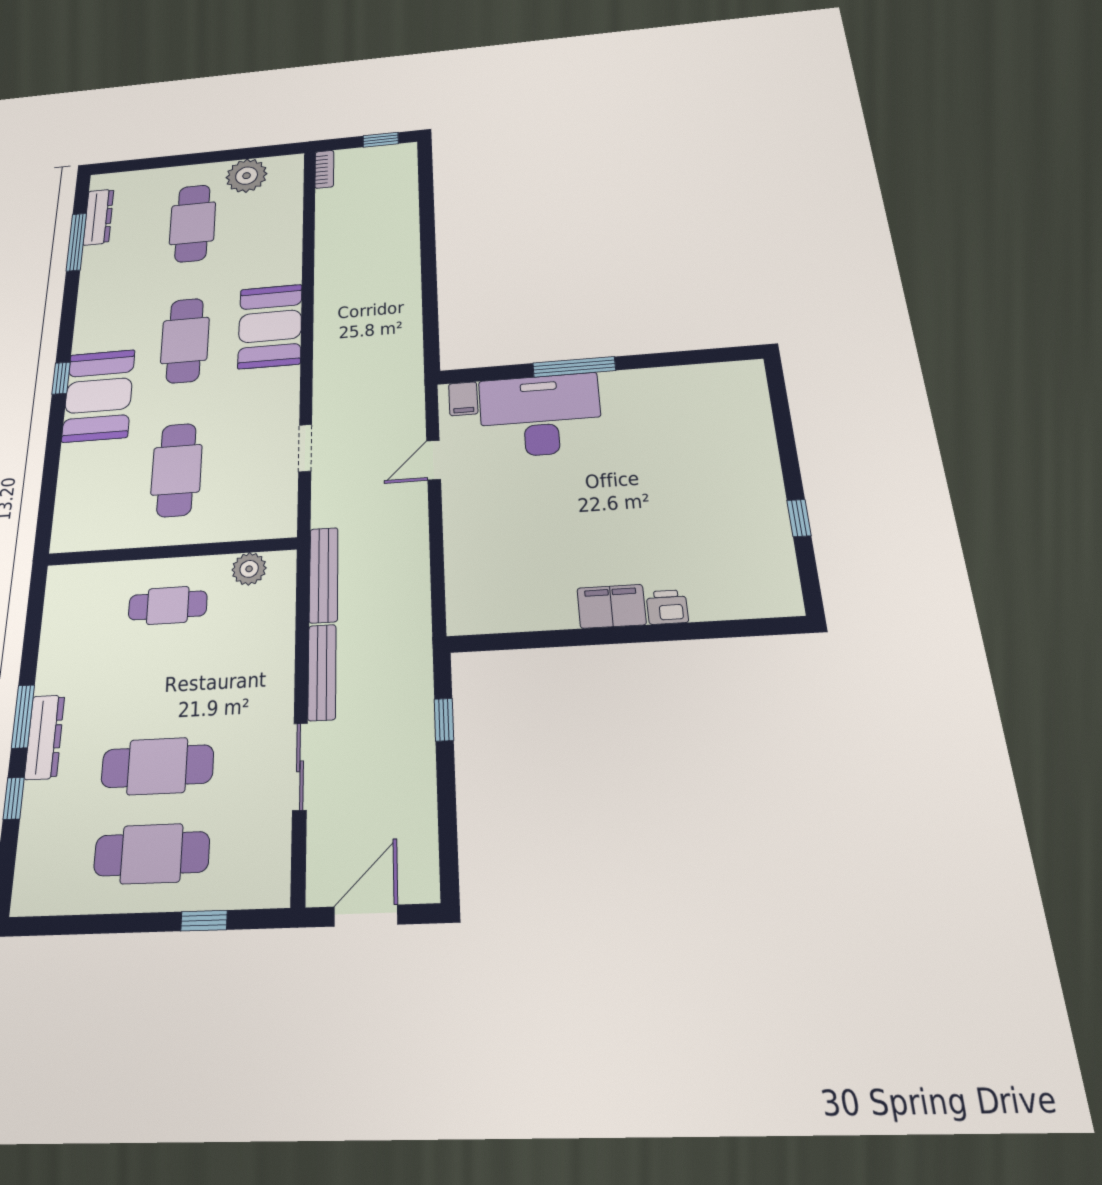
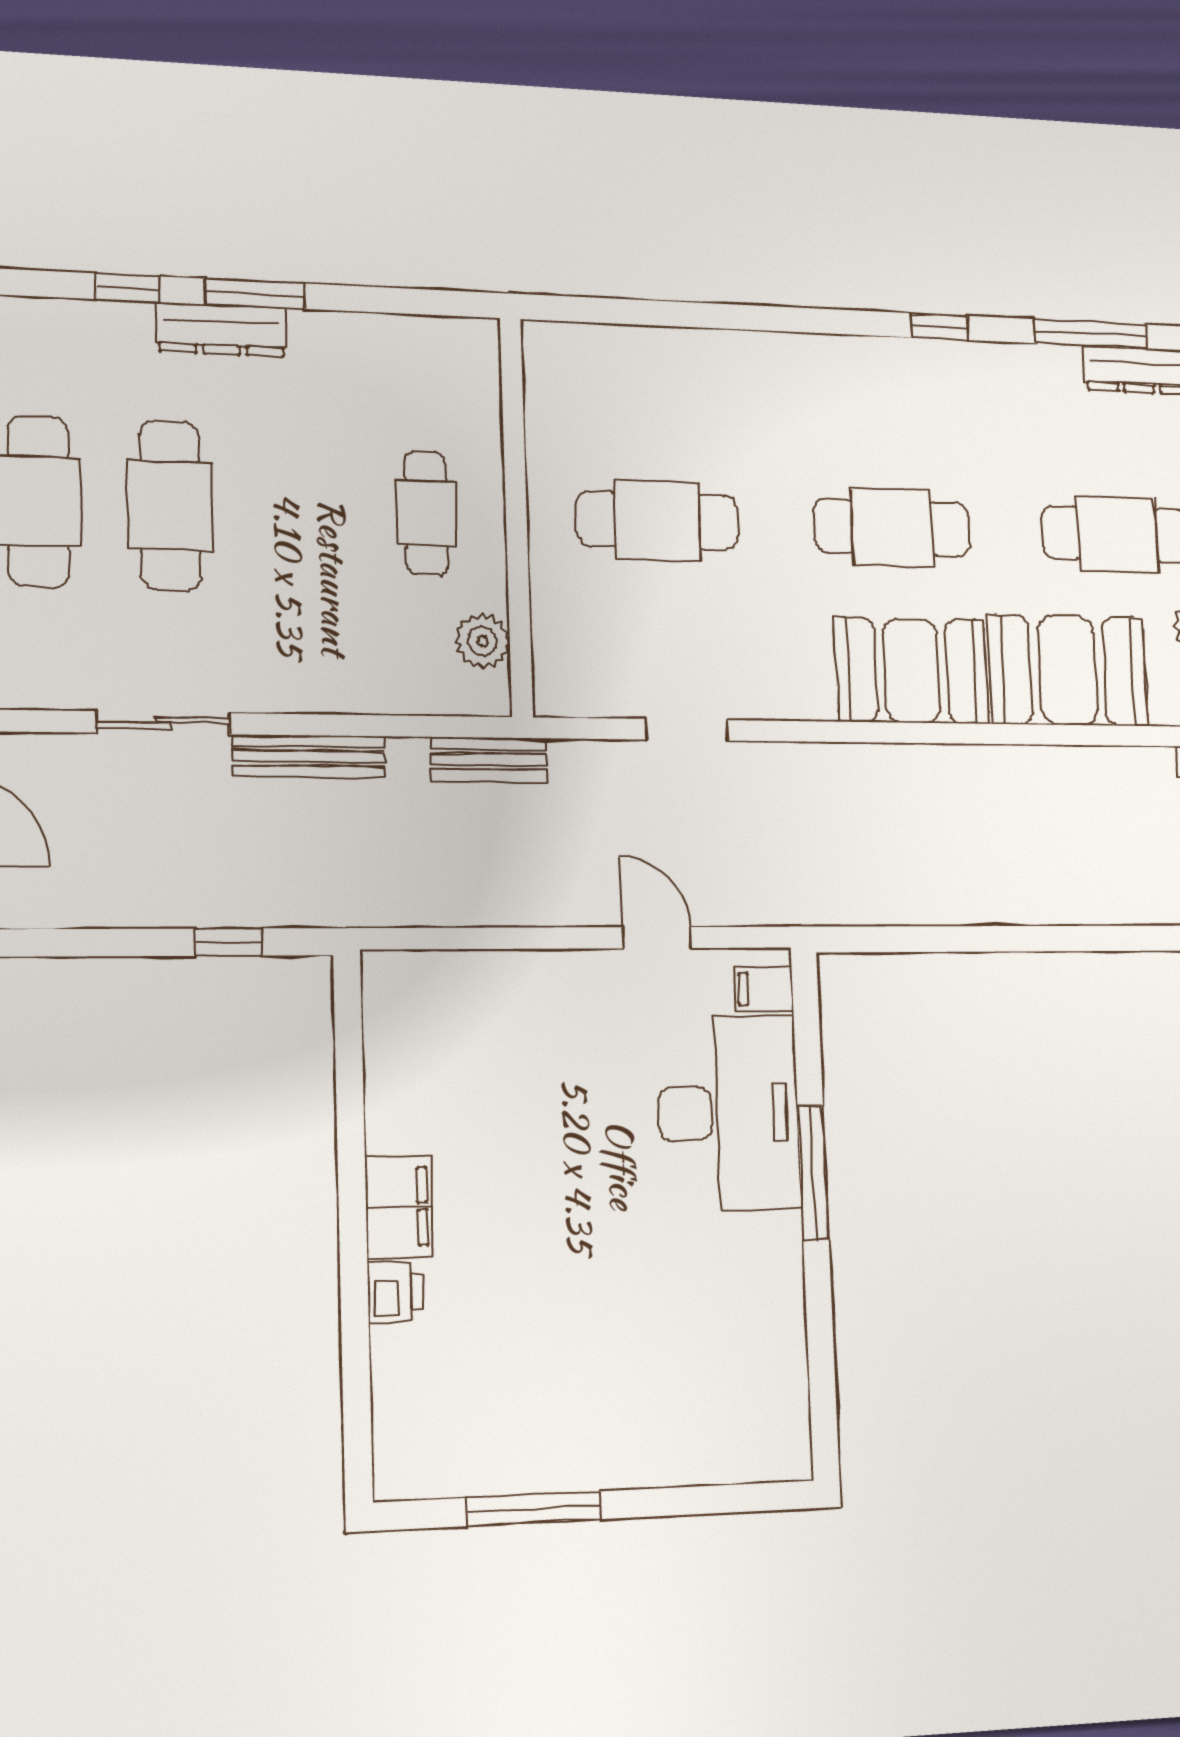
window: (61, 378) -> (940, 327), moved
booth: (99, 396) -> (1068, 670), moved
window: (799, 518) -> (534, 1509), width x2.17
bench: (324, 575) -> (489, 760), width x0.73

